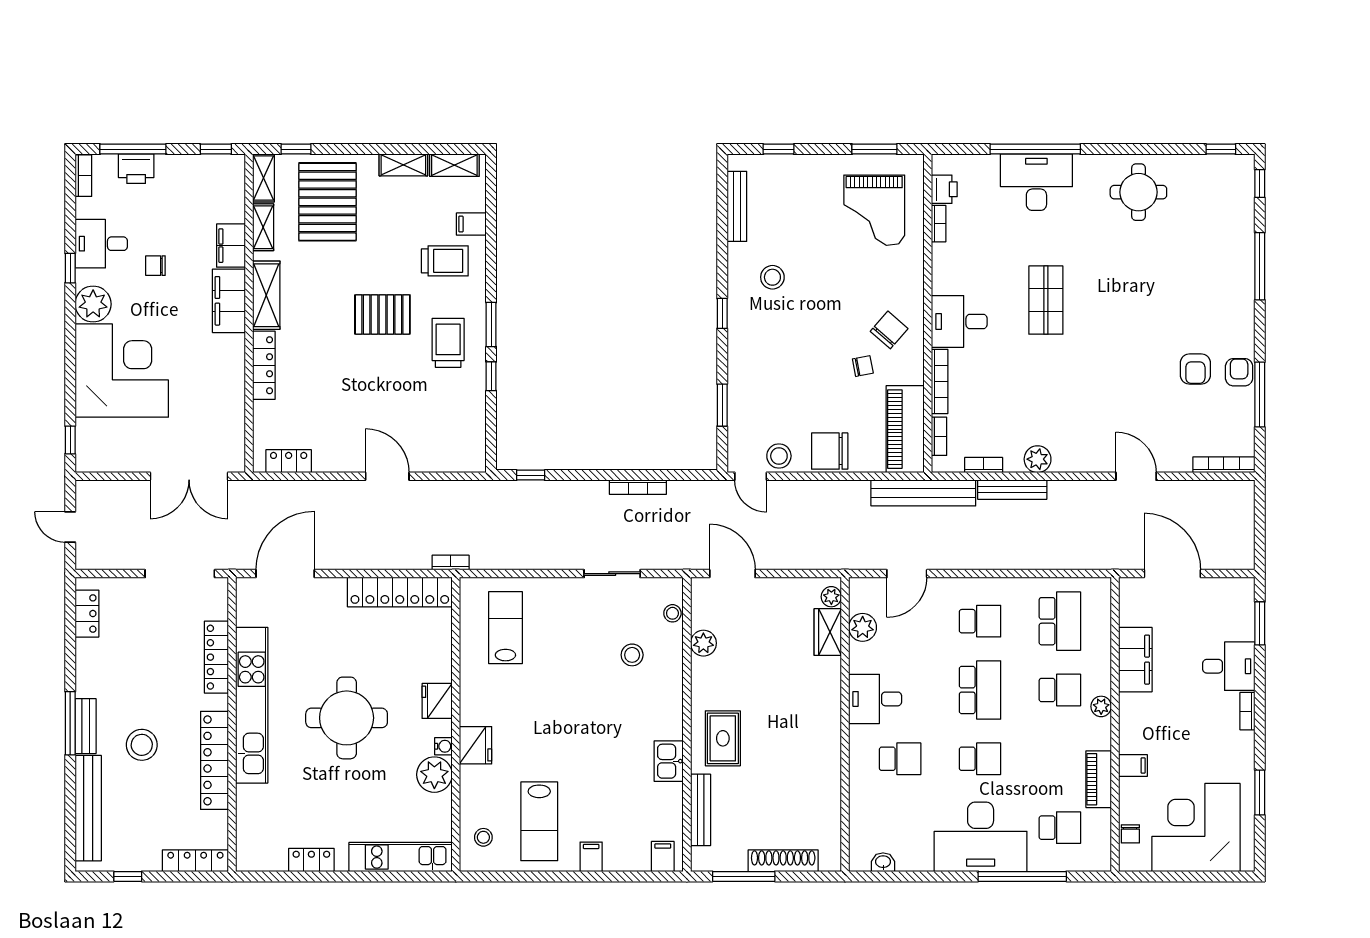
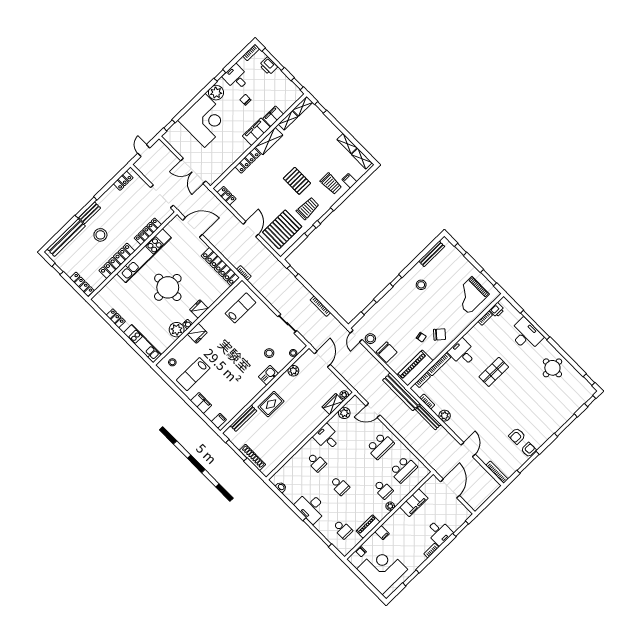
pallet: (327, 202) -> (282, 229), moved
chair: (830, 451) -> (387, 352), turned 180
school desk: (980, 621) -> (380, 446), width x1.85
school desk: (980, 690) -> (360, 466), removed
kitchen sink: (669, 761) -> (268, 375), moved
desk: (981, 837) -> (311, 507), width x0.73, depth x0.77
filing cabinet: (591, 857) -> (201, 403), width x2.00

